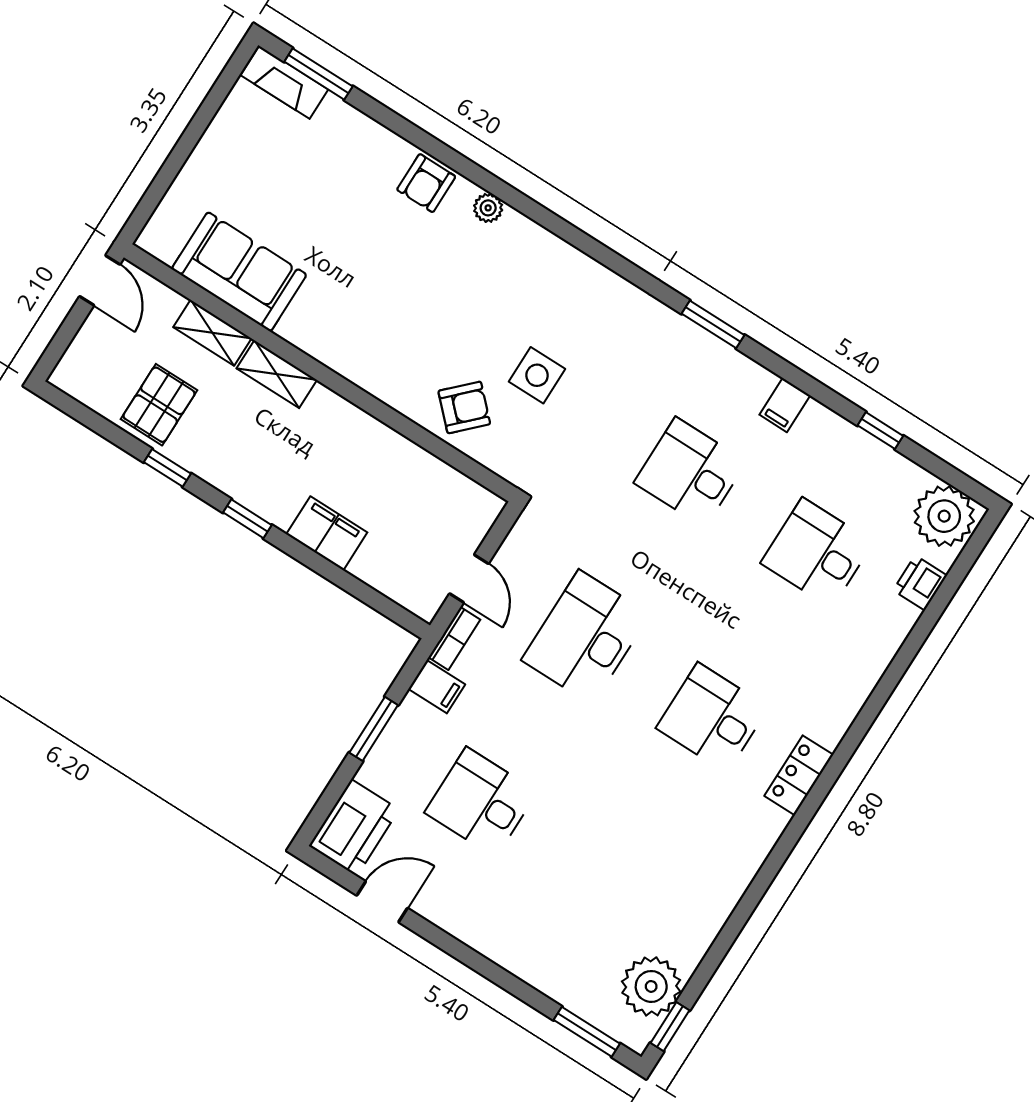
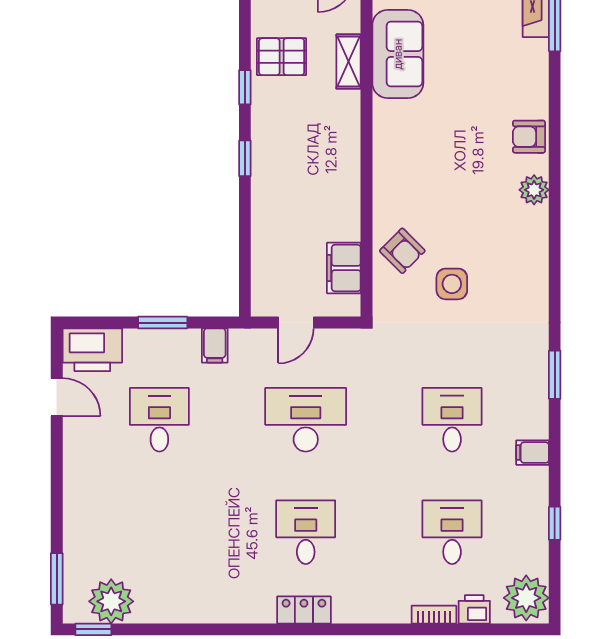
plant: (488, 208) -> (534, 190), width x1.38, depth x1.38
shelving: (277, 374) -> (348, 119), removed
filing cabinet: (327, 533) -> (344, 268), moved, turned 180
bookcase: (454, 638) -> (434, 615), moved, turned 180

